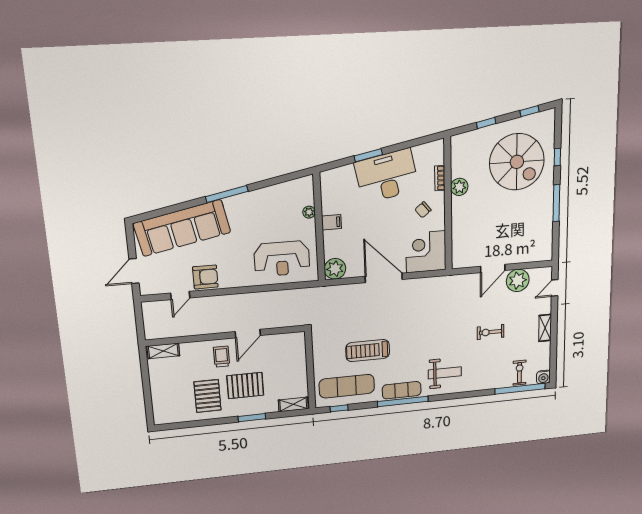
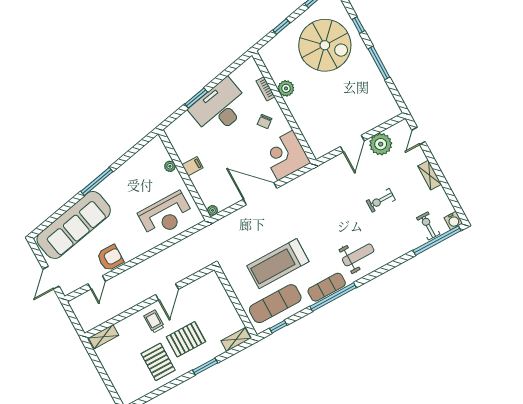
plant: (335, 269) -> (213, 210), width x0.53, depth x0.53
treadmill: (368, 351) -> (278, 264), width x1.37, depth x1.38

